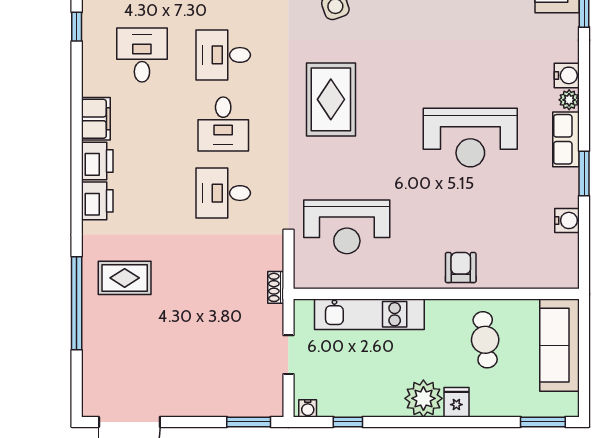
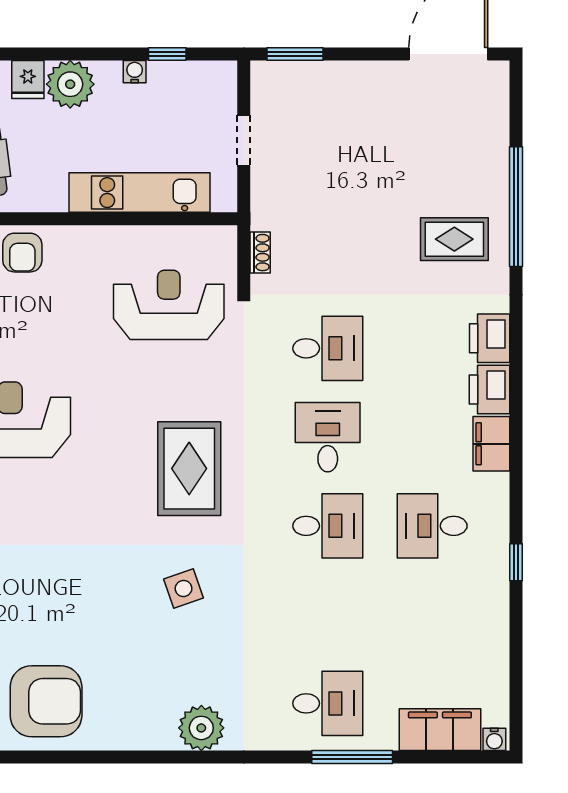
desk: (142, 55) -> (432, 526), turned 90
shoe rack: (276, 287) -> (260, 253), moved
water cooler: (308, 408) -> (135, 72), moved

